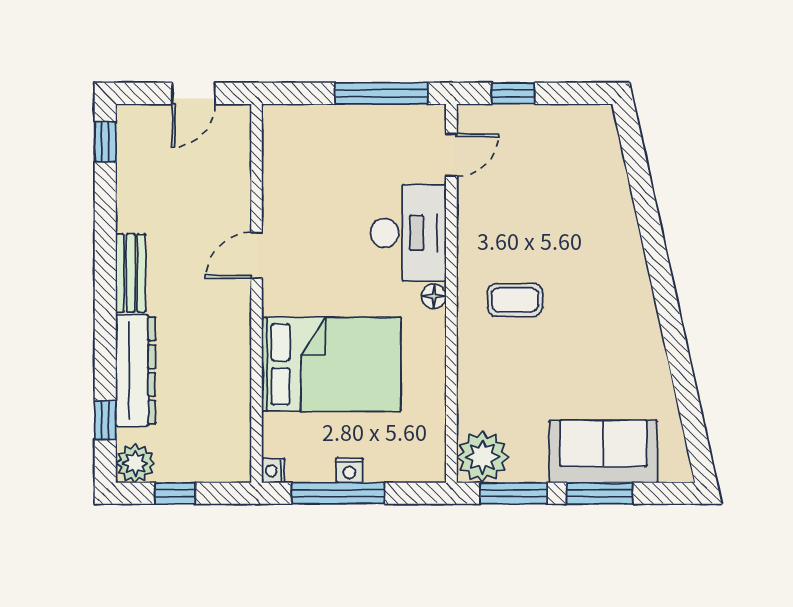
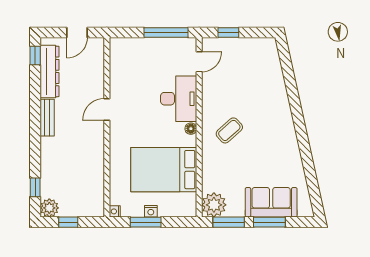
coffee table: (515, 300) -> (229, 130), turned -42
bed: (331, 364) -> (164, 170), moved, turned 180
dresser: (136, 370) -> (49, 71), moved
window: (338, 493) -> (146, 222), width x0.69

